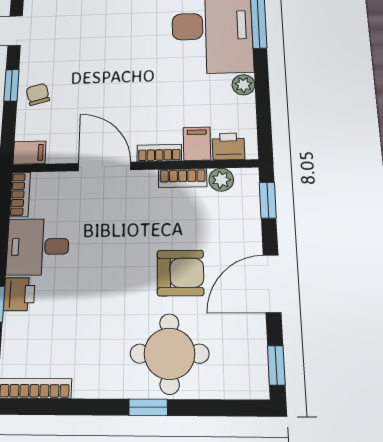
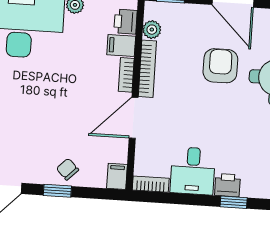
chair: (38, 94) -> (67, 169), turned 60
bookcase: (183, 178) -> (147, 69), width x1.56

